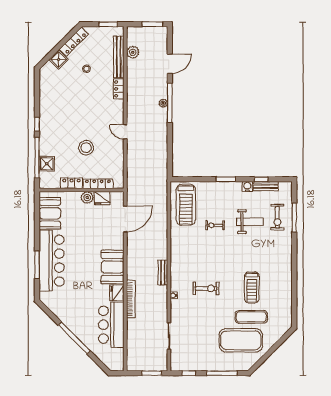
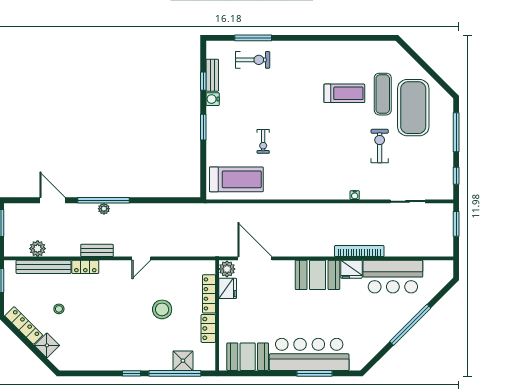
plant: (87, 198) -> (227, 269), moved
weight bench: (250, 222) -> (259, 96), removed
bench: (163, 273) -> (97, 250), moved
exercise bike: (206, 288) -> (380, 146), moved

